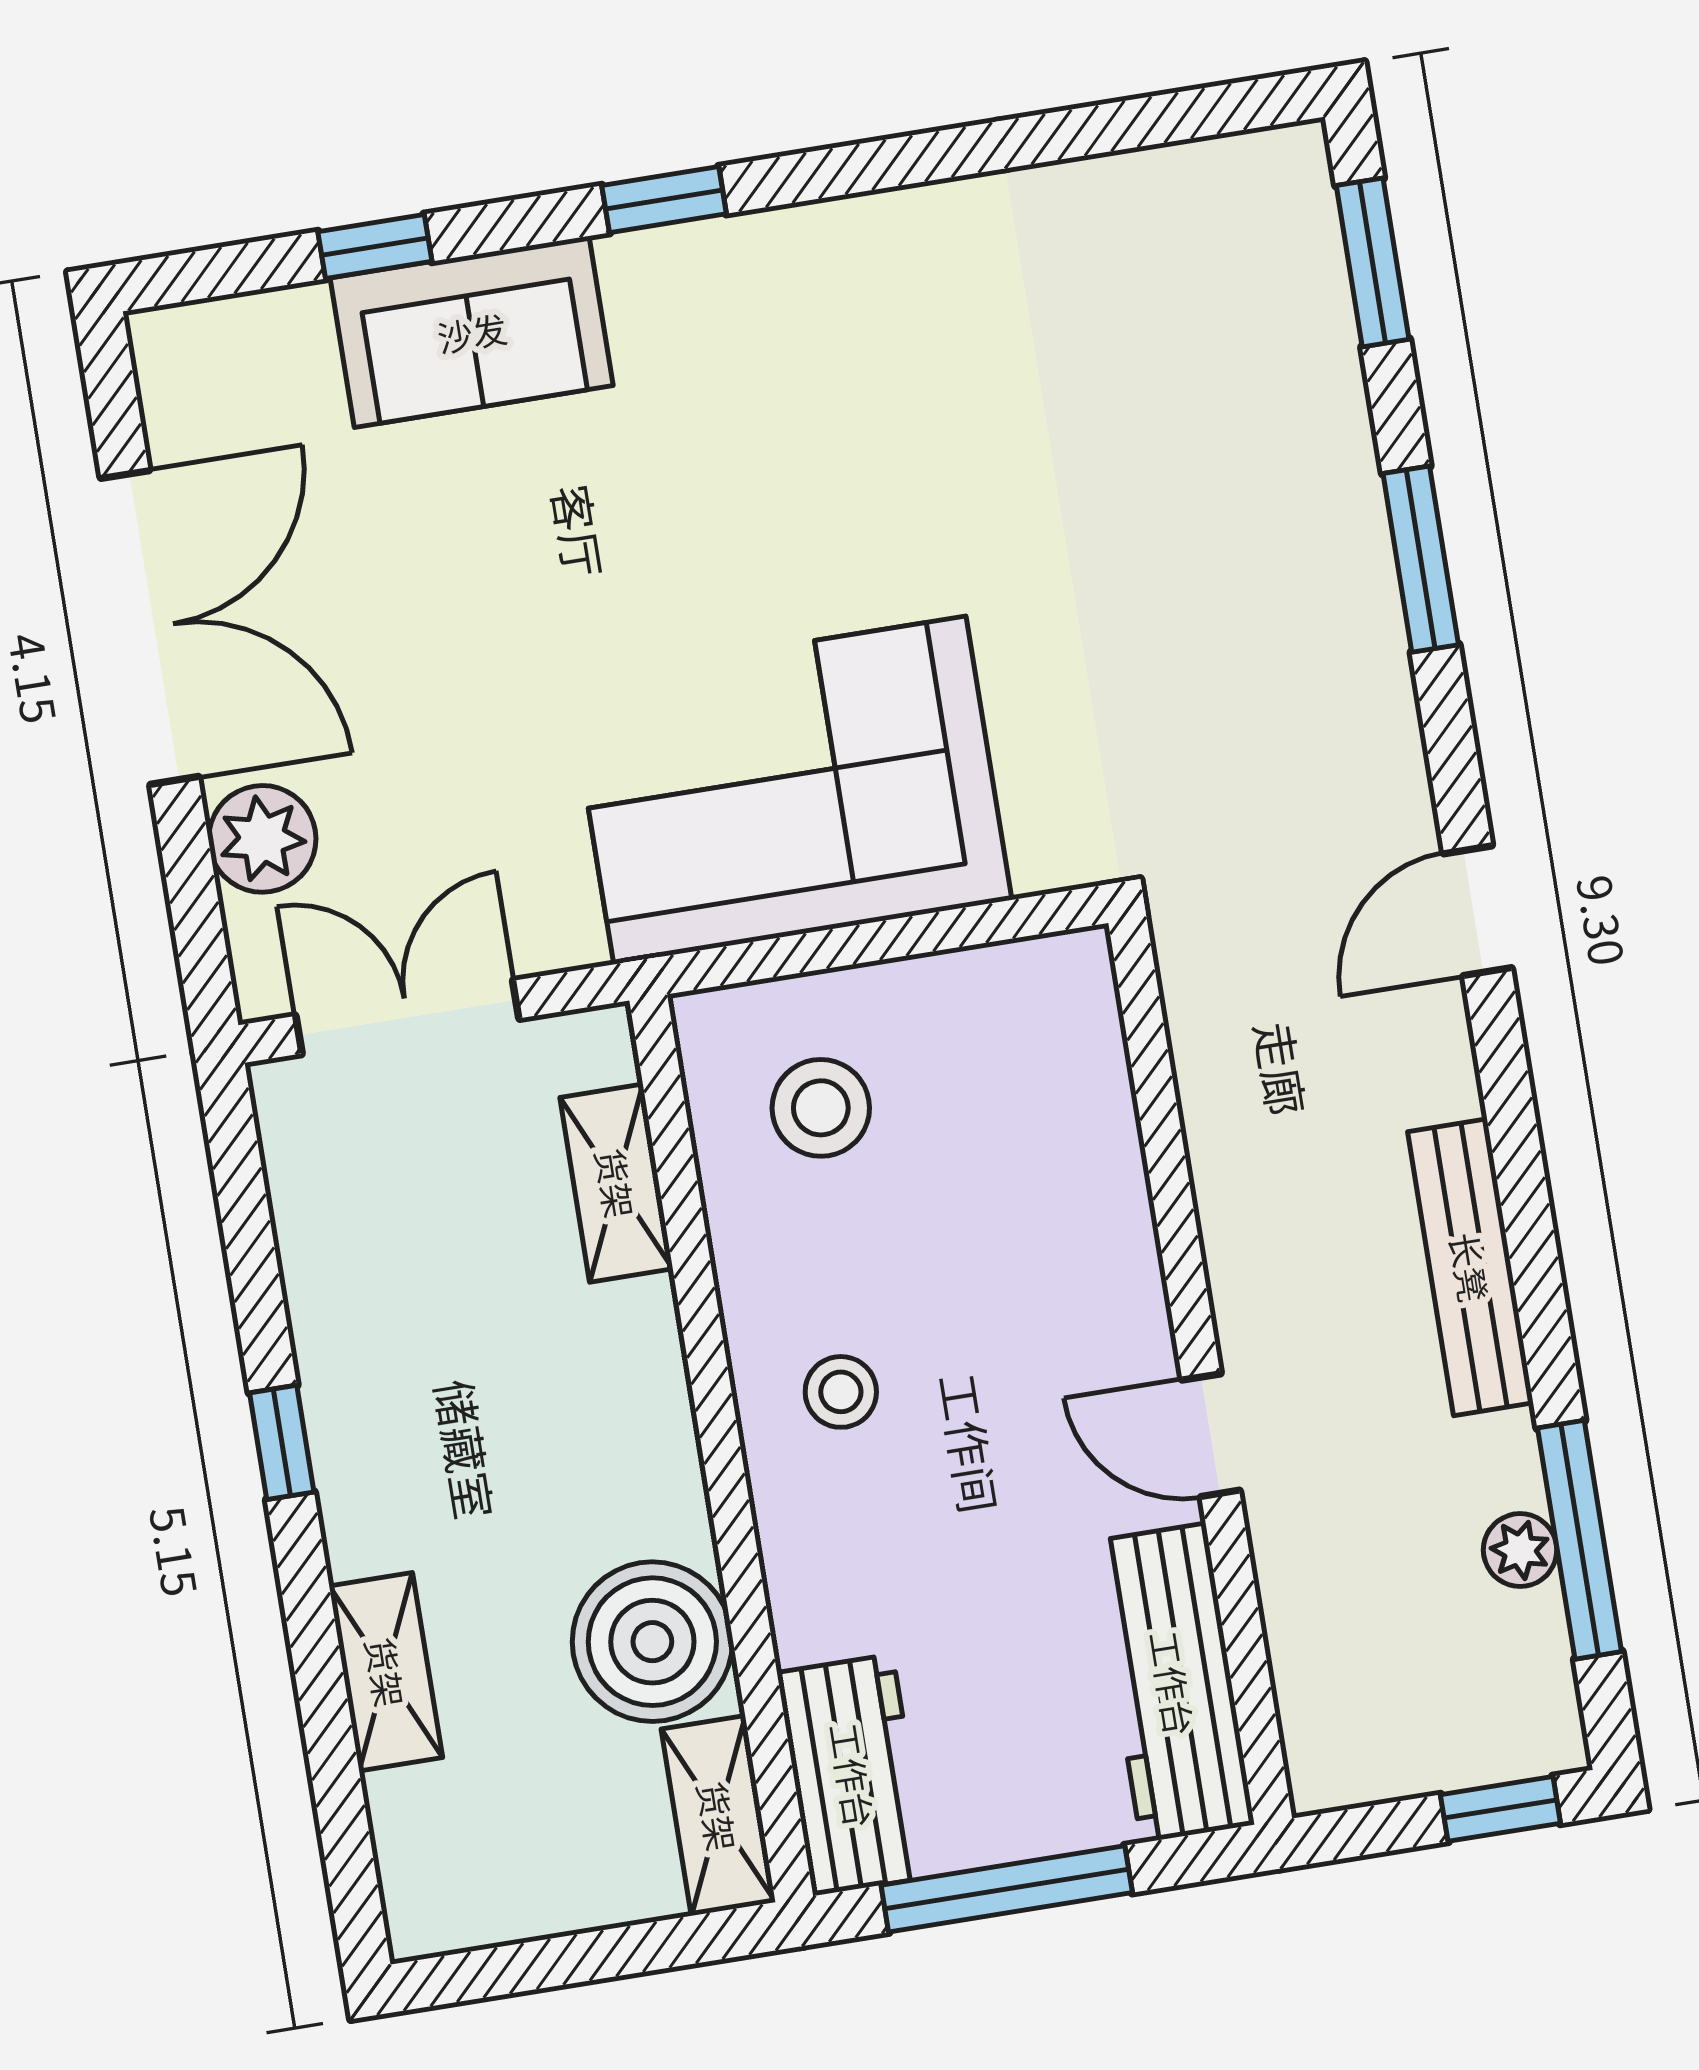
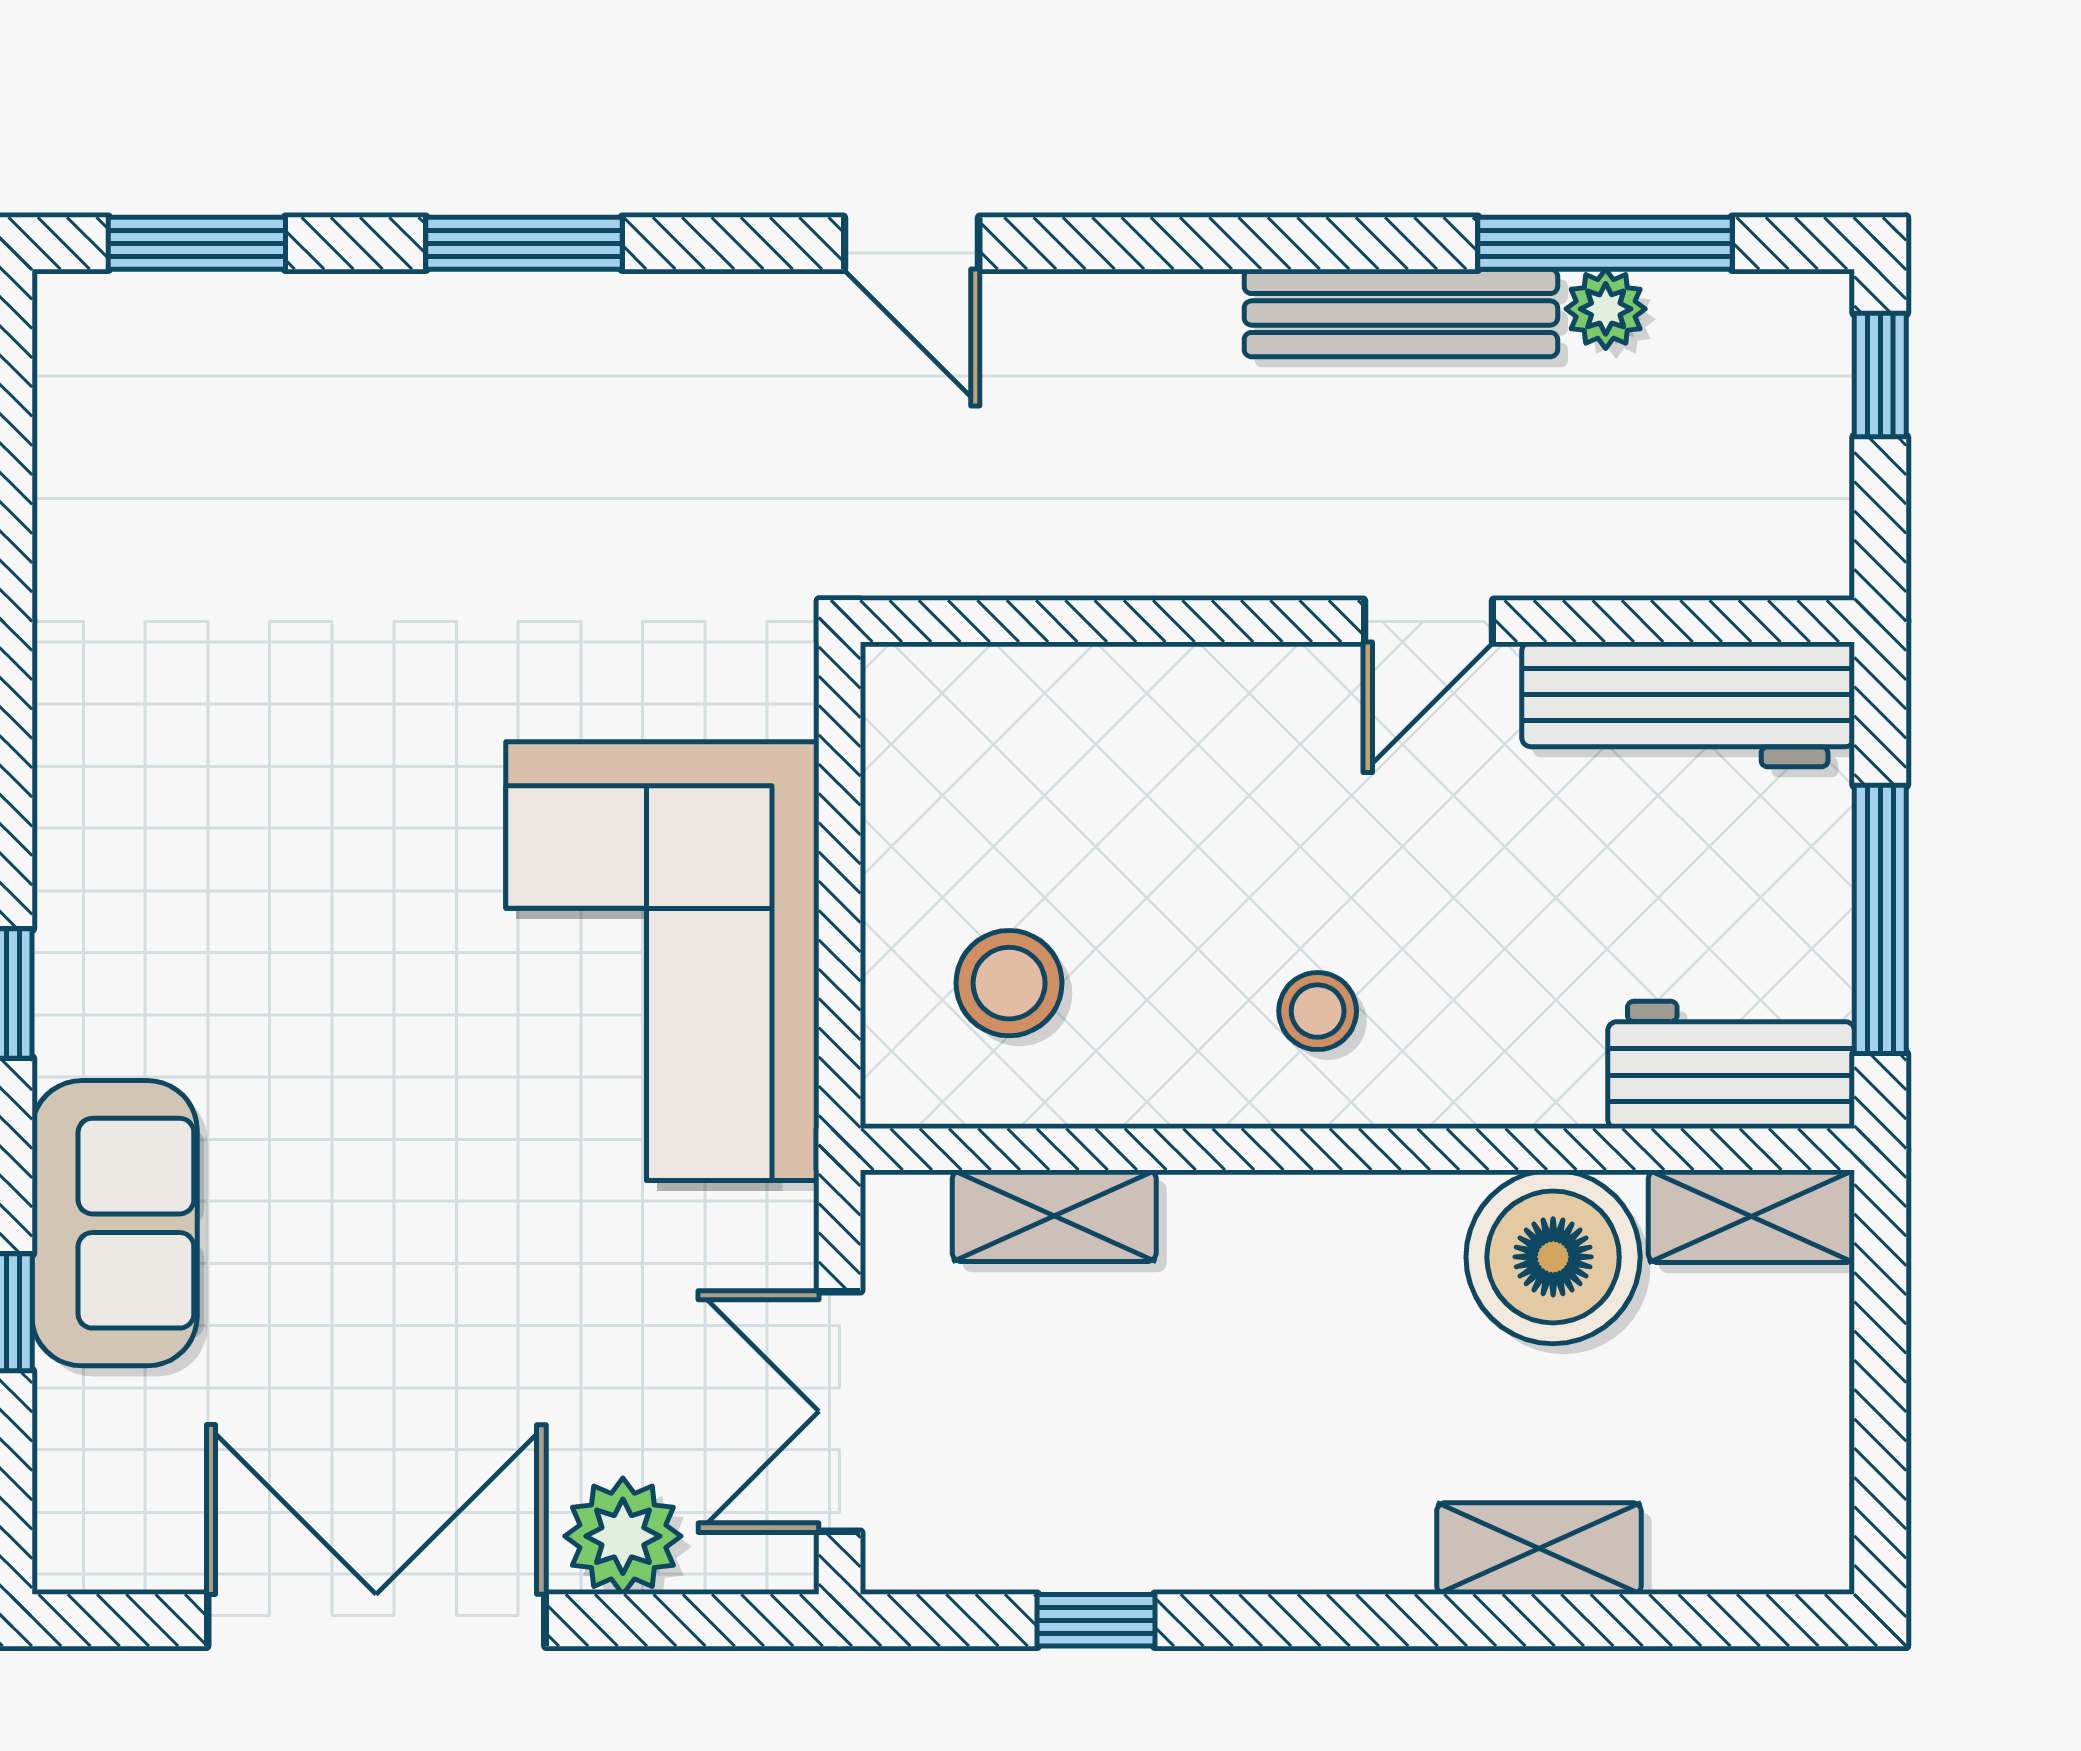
bench: (1470, 1267) -> (1401, 313), moved
window: (282, 1442) -> (1096, 1620), moved

